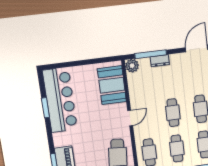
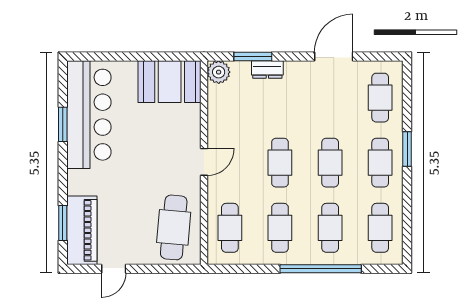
window: (151, 54) -> (253, 56), width x0.69
booth: (112, 85) -> (170, 82), moved, turned 90

